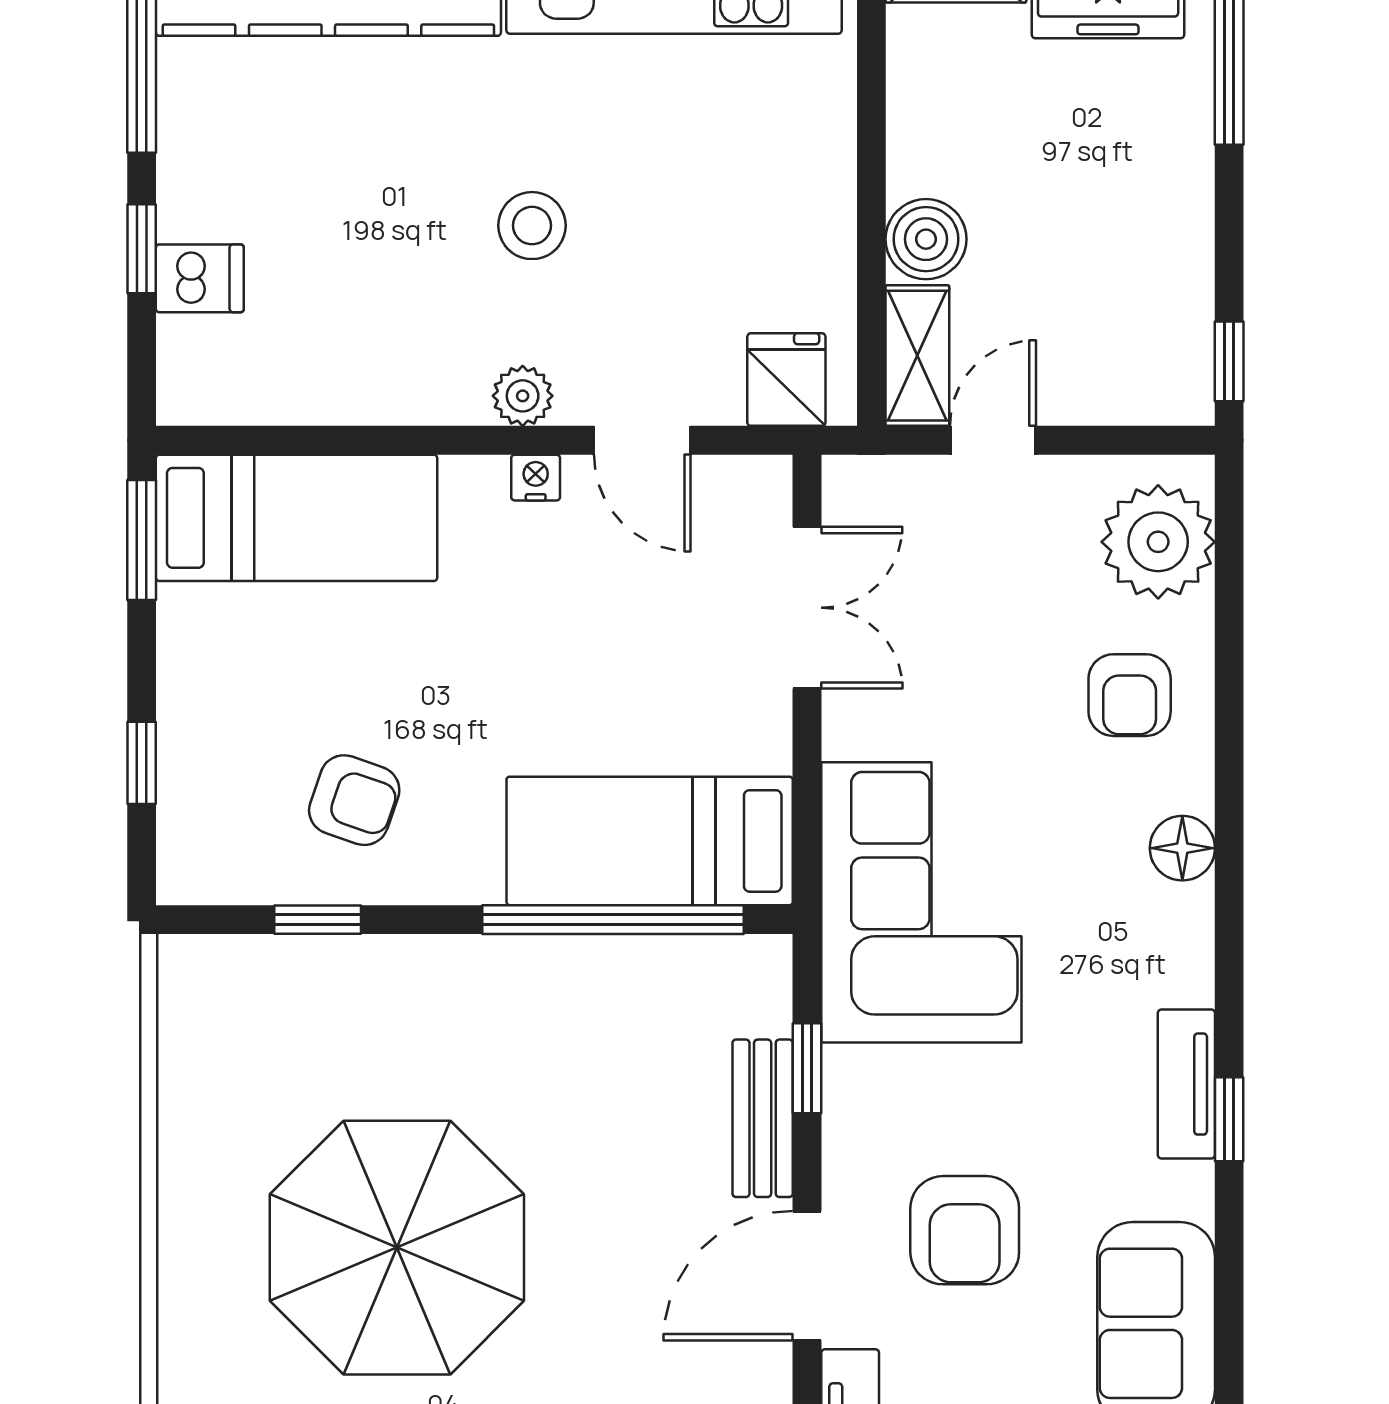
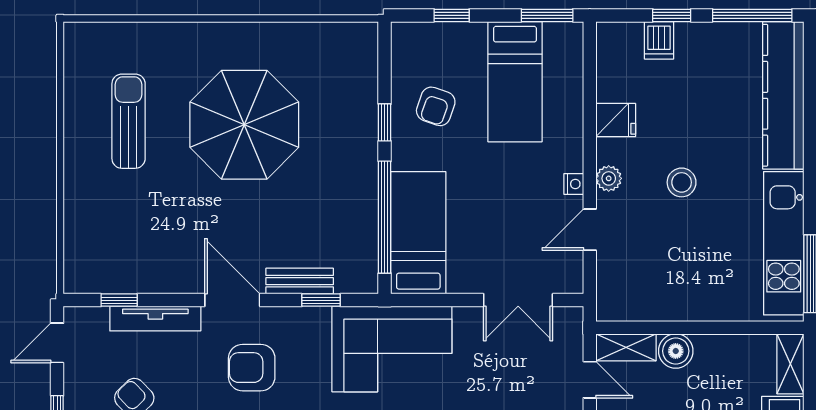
fridge: (786, 380) -> (616, 120), moved
bed: (297, 518) -> (515, 82), moved
window: (318, 920) -> (385, 122), moved

